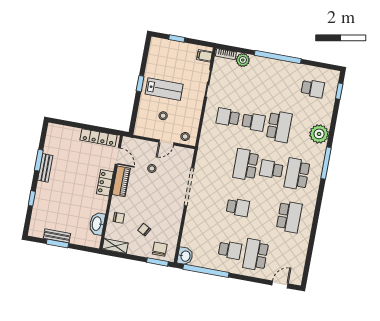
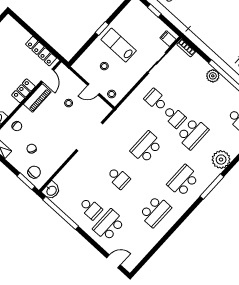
plant: (243, 60) -> (213, 76), moved
lab bench: (164, 89) -> (119, 45), turned 180
school desk: (271, 169) -> (165, 164), removed

